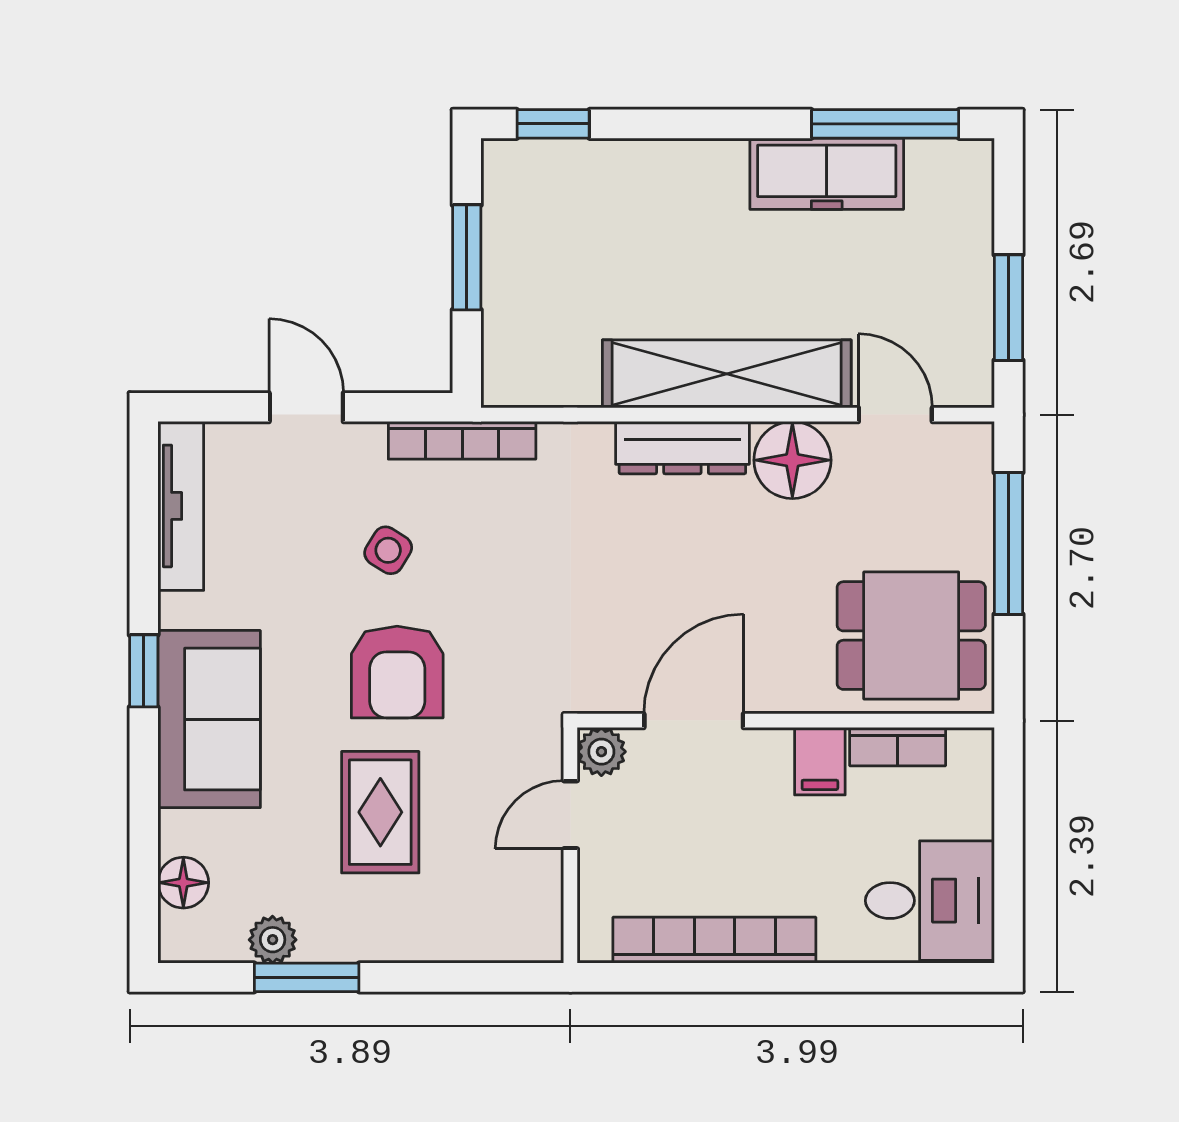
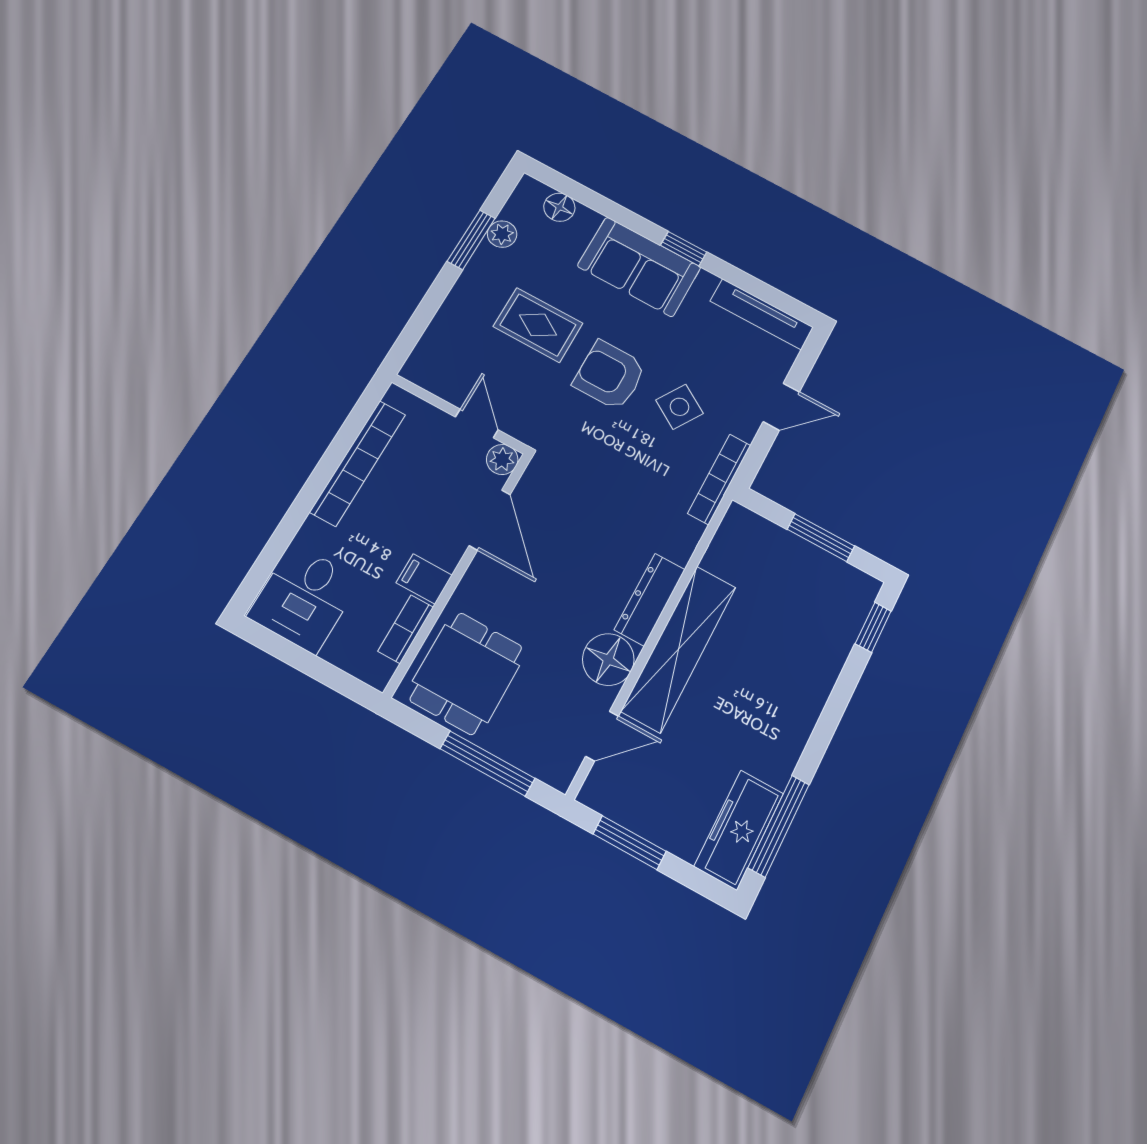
freezer: (827, 174) -> (739, 830), moved
side table: (388, 550) -> (680, 407), width x1.37, depth x1.37

